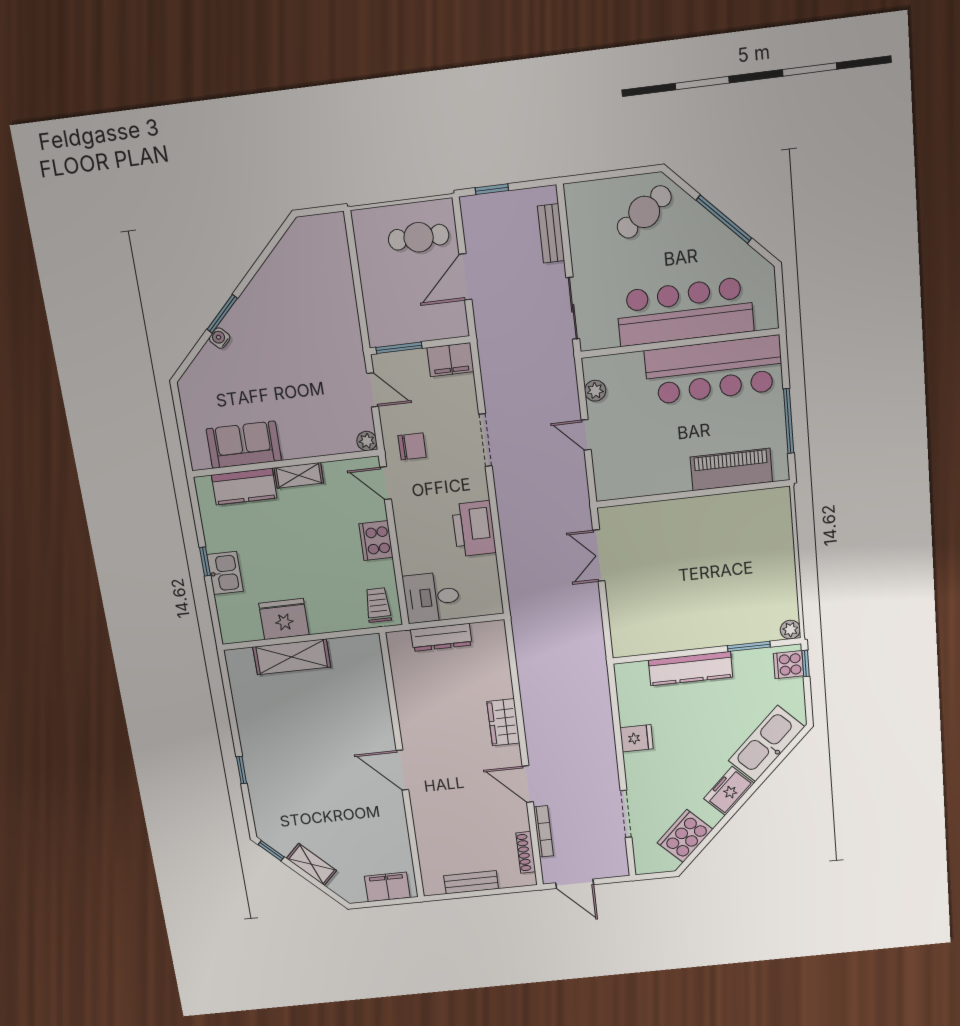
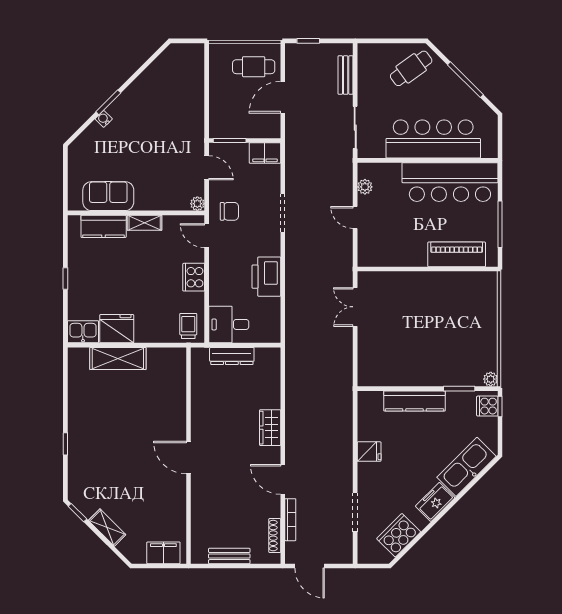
kitchen sink: (225, 573) -> (83, 332), moved, turned -90

